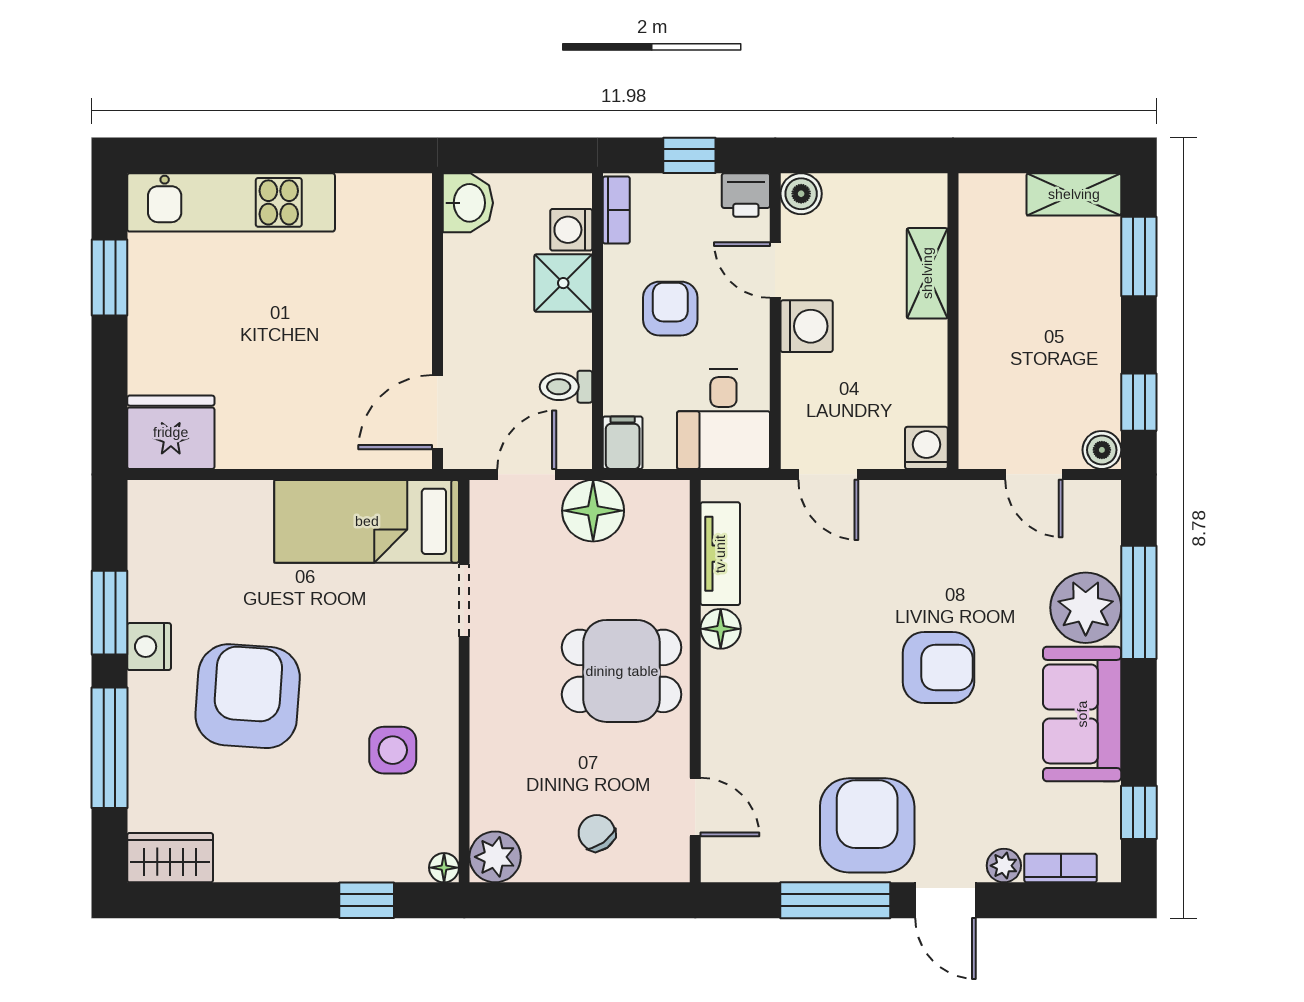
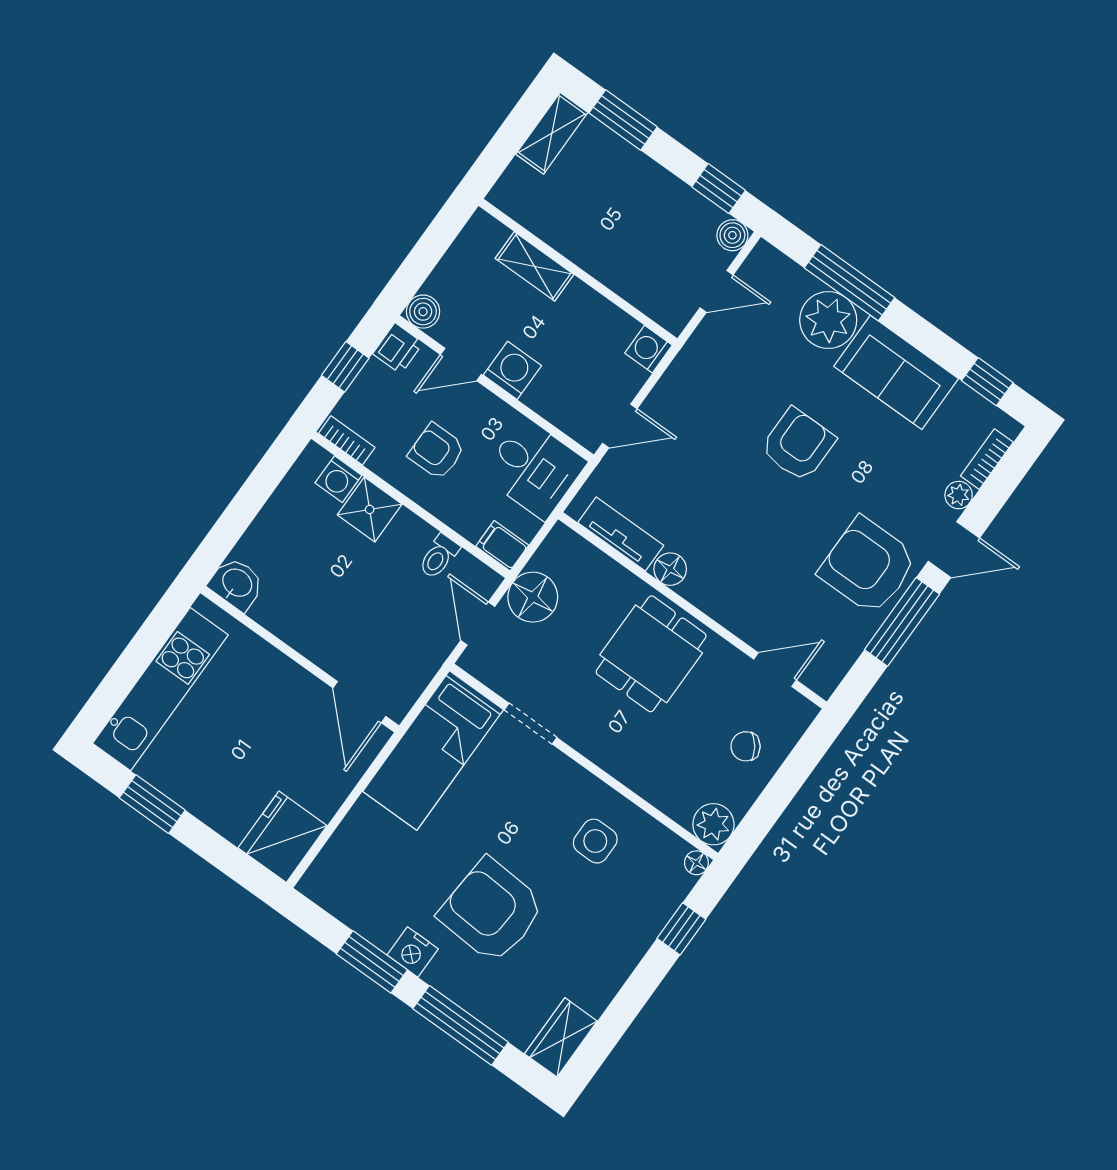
washbasin: (468, 203) -> (237, 584), moved
wall: (437, 321) -> (300, 659), moved
door: (437, 412) -> (359, 702), moved

